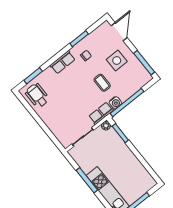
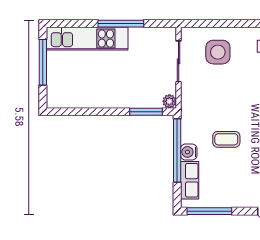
side table: (117, 60) -> (218, 52), moved
water cooler: (115, 103) -> (189, 152), moved
row of seats: (101, 113) -> (190, 180), moved

